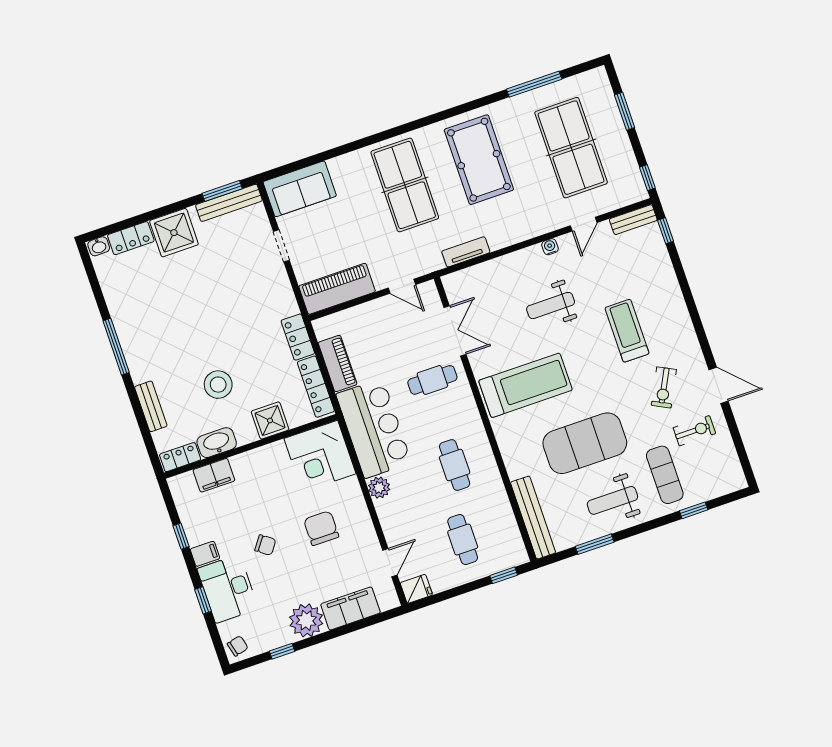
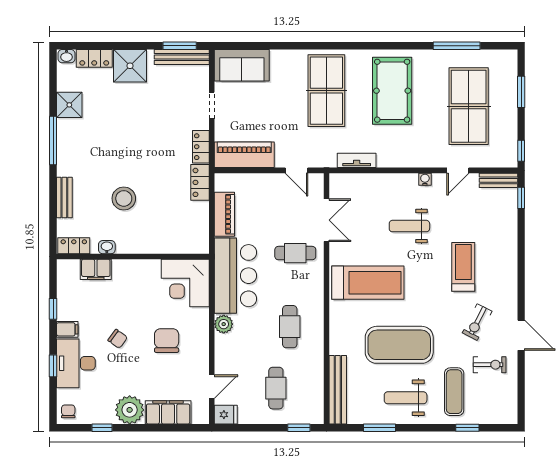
locker: (316, 387) -> (201, 147), moved, width x0.66
shower: (270, 420) -> (69, 105), moved
washbasin: (217, 443) -> (107, 247), width x0.52, depth x0.69
chair: (238, 646) -> (68, 411), turned -76

